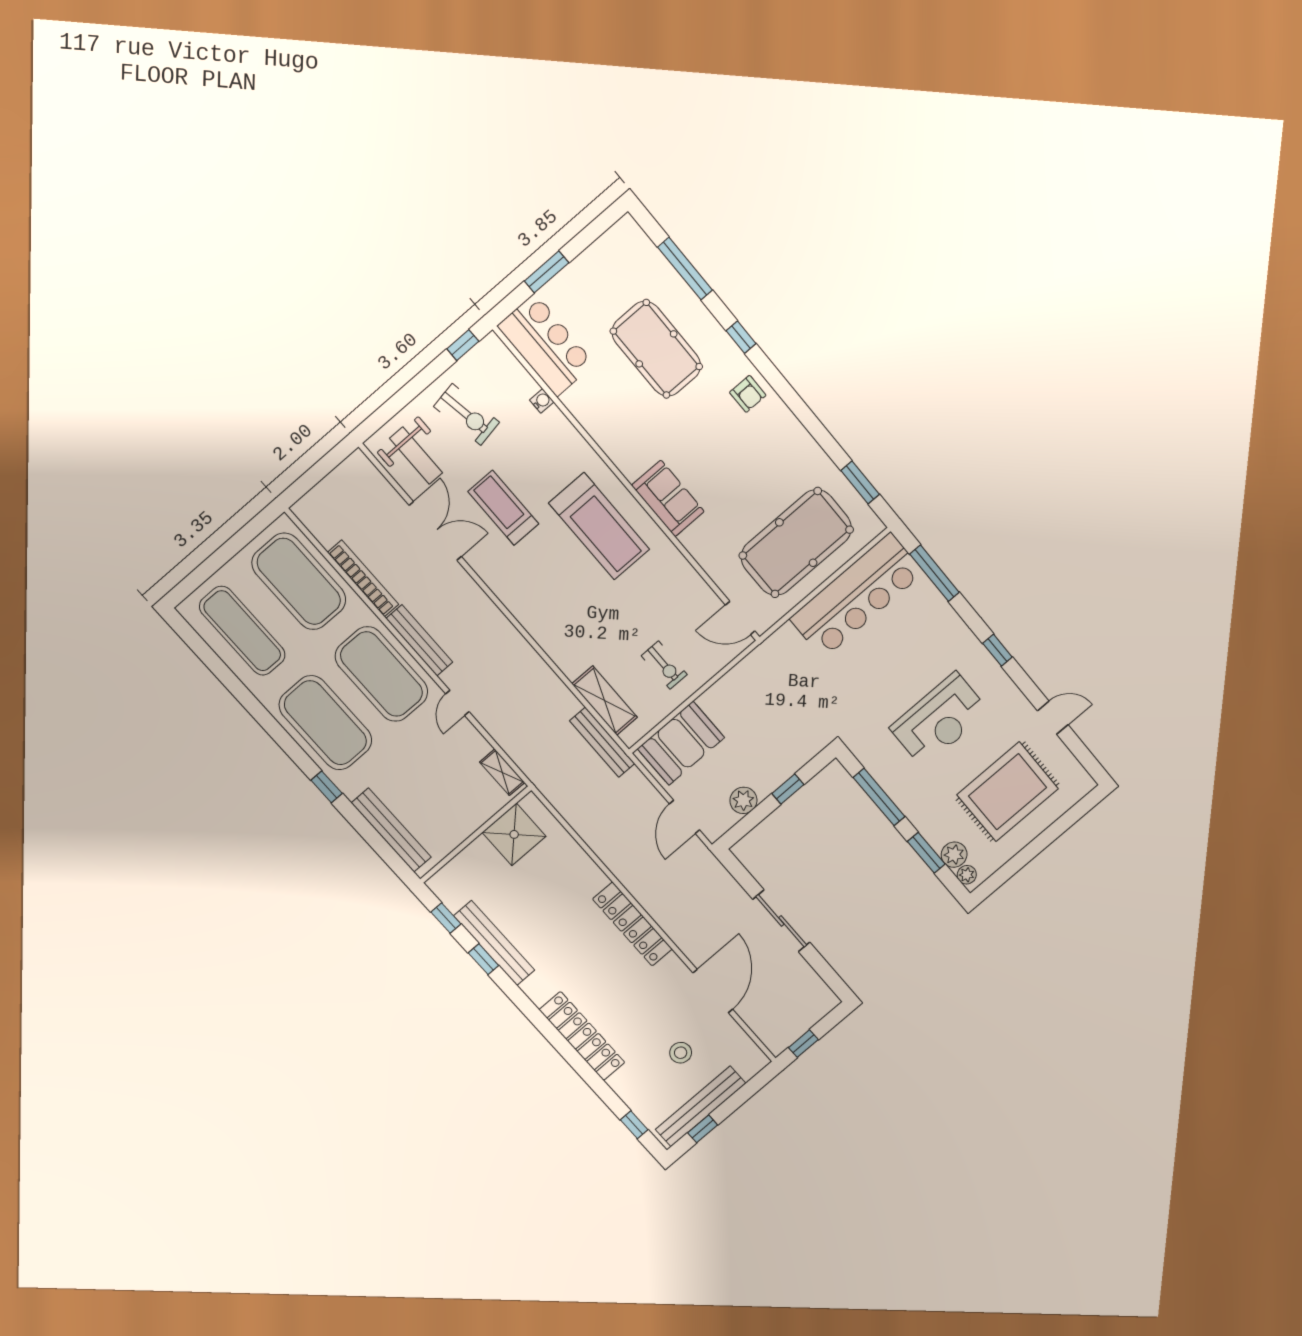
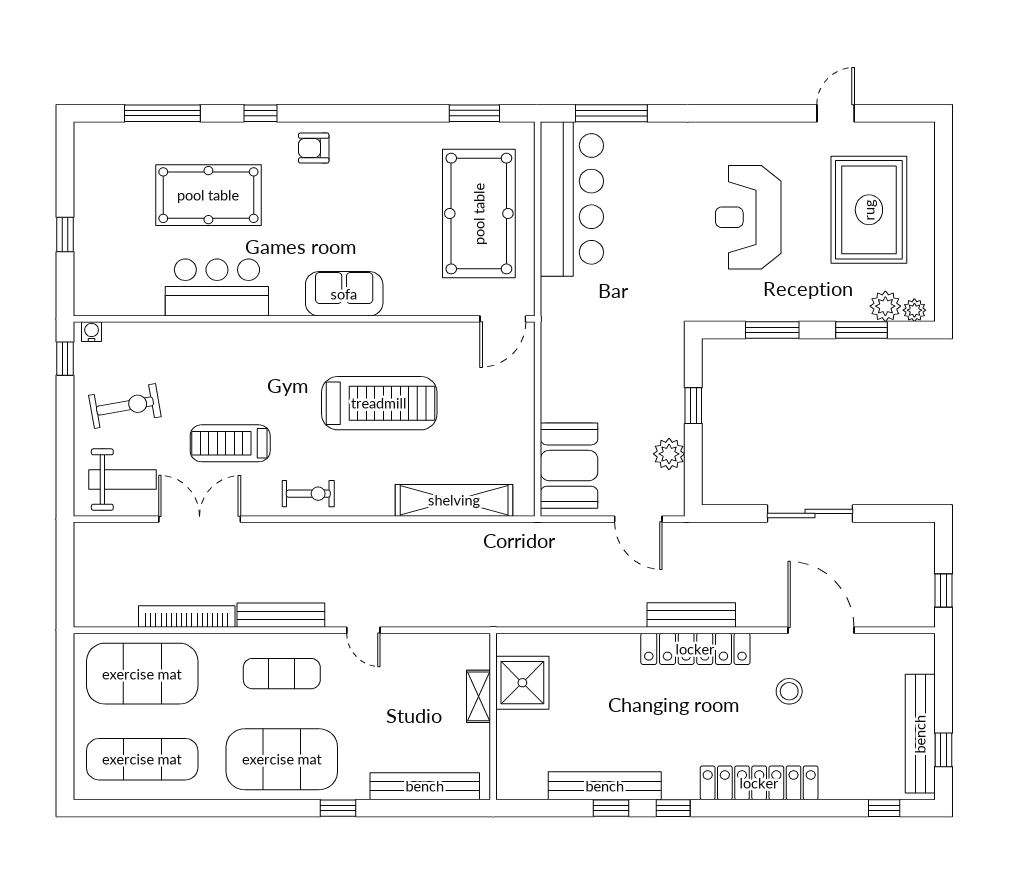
window: (547, 272) -> (65, 234), width x0.67
bar counter: (546, 345) -> (217, 287), moved
armchair: (748, 394) -> (314, 148), turned 180
water cooler: (542, 401) -> (92, 332), moved
treadmill: (599, 526) -> (379, 403), moved
window: (997, 650) -> (730, 113), removed
exercise bike: (664, 665) -> (308, 494), moved
exercise mat: (382, 674) -> (282, 674), width x0.50, depth x0.69
shelving: (605, 701) -> (454, 500), width x1.47
reception desk: (939, 720) -> (748, 217), turned 180
bench: (602, 742) -> (691, 615), moved
shelving: (502, 772) -> (478, 696), moved, turned 90
window: (879, 797) -> (772, 330), width x0.69
window: (446, 918) -> (673, 808), moved
stool: (681, 1053) -> (789, 691), moved

